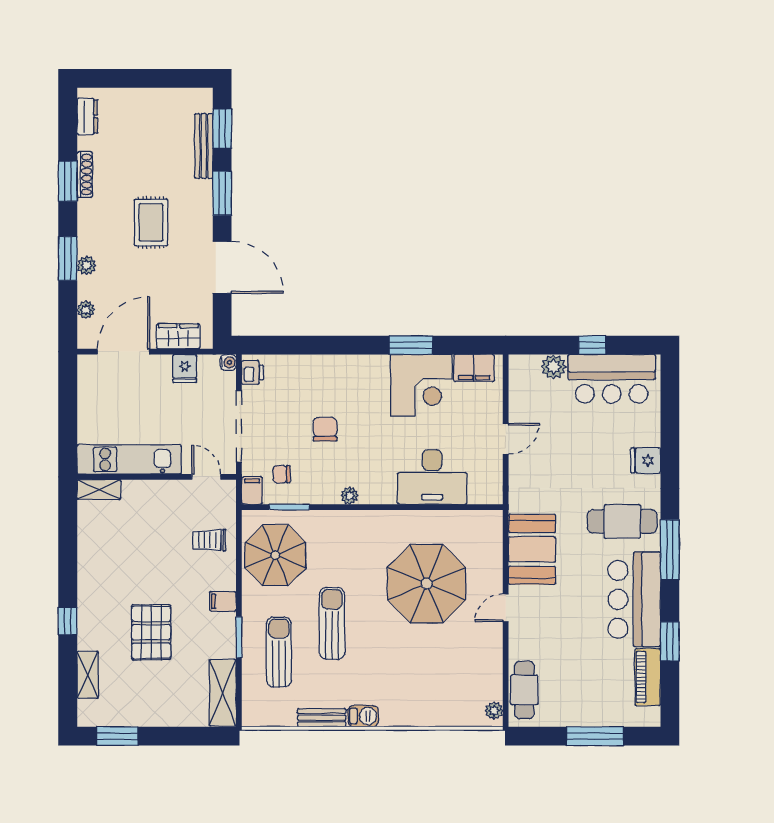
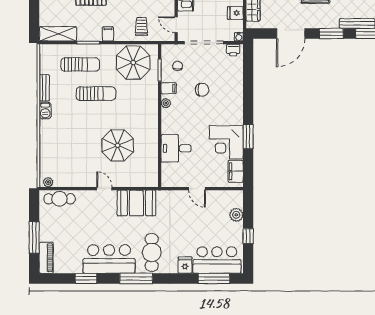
bar counter: (612, 379) -> (217, 260), moved, turned 90
window: (670, 408) -> (214, 278), added
door: (206, 477) -> (176, 25), swing flipped
desk: (432, 477) -> (176, 148), width x0.73
filing cabinet: (252, 491) -> (169, 88), moved
parasol: (427, 584) -> (118, 145), width x0.73, depth x0.73
piano: (648, 677) -> (46, 258), moved, turned 90

